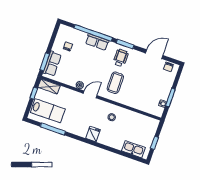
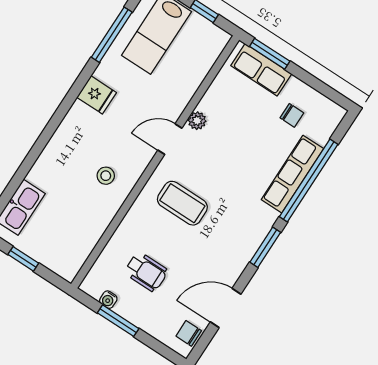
row of seats: (97, 42) -> (292, 174), width x1.48
door: (154, 54) -> (226, 308), swing flipped
wheelchair: (121, 58) -> (146, 272), moved
shelving: (49, 86) -> (211, 50), removed
door: (90, 94) -> (170, 139), swing flipped
fridge: (93, 134) -> (97, 95), moved

